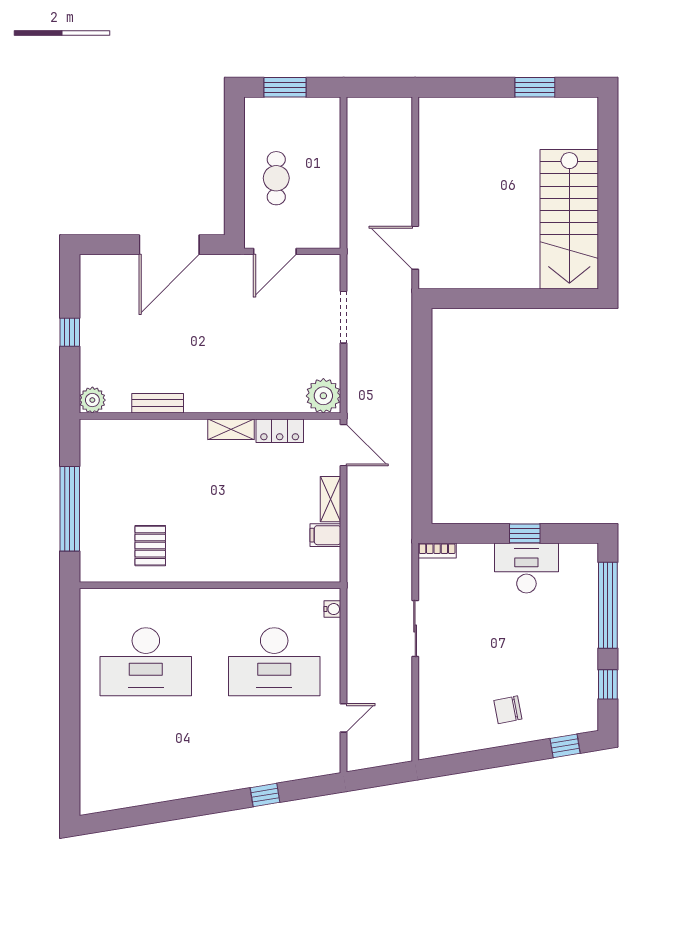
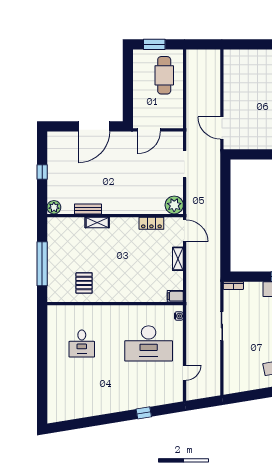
cafe table: (276, 178) -> (164, 75), moved, width x1.37, depth x1.35
shelving: (231, 429) -> (97, 222), moved
filing cabinet: (325, 535) -> (175, 296), moved
desk: (146, 662) -> (82, 343), width x0.53, depth x0.77

